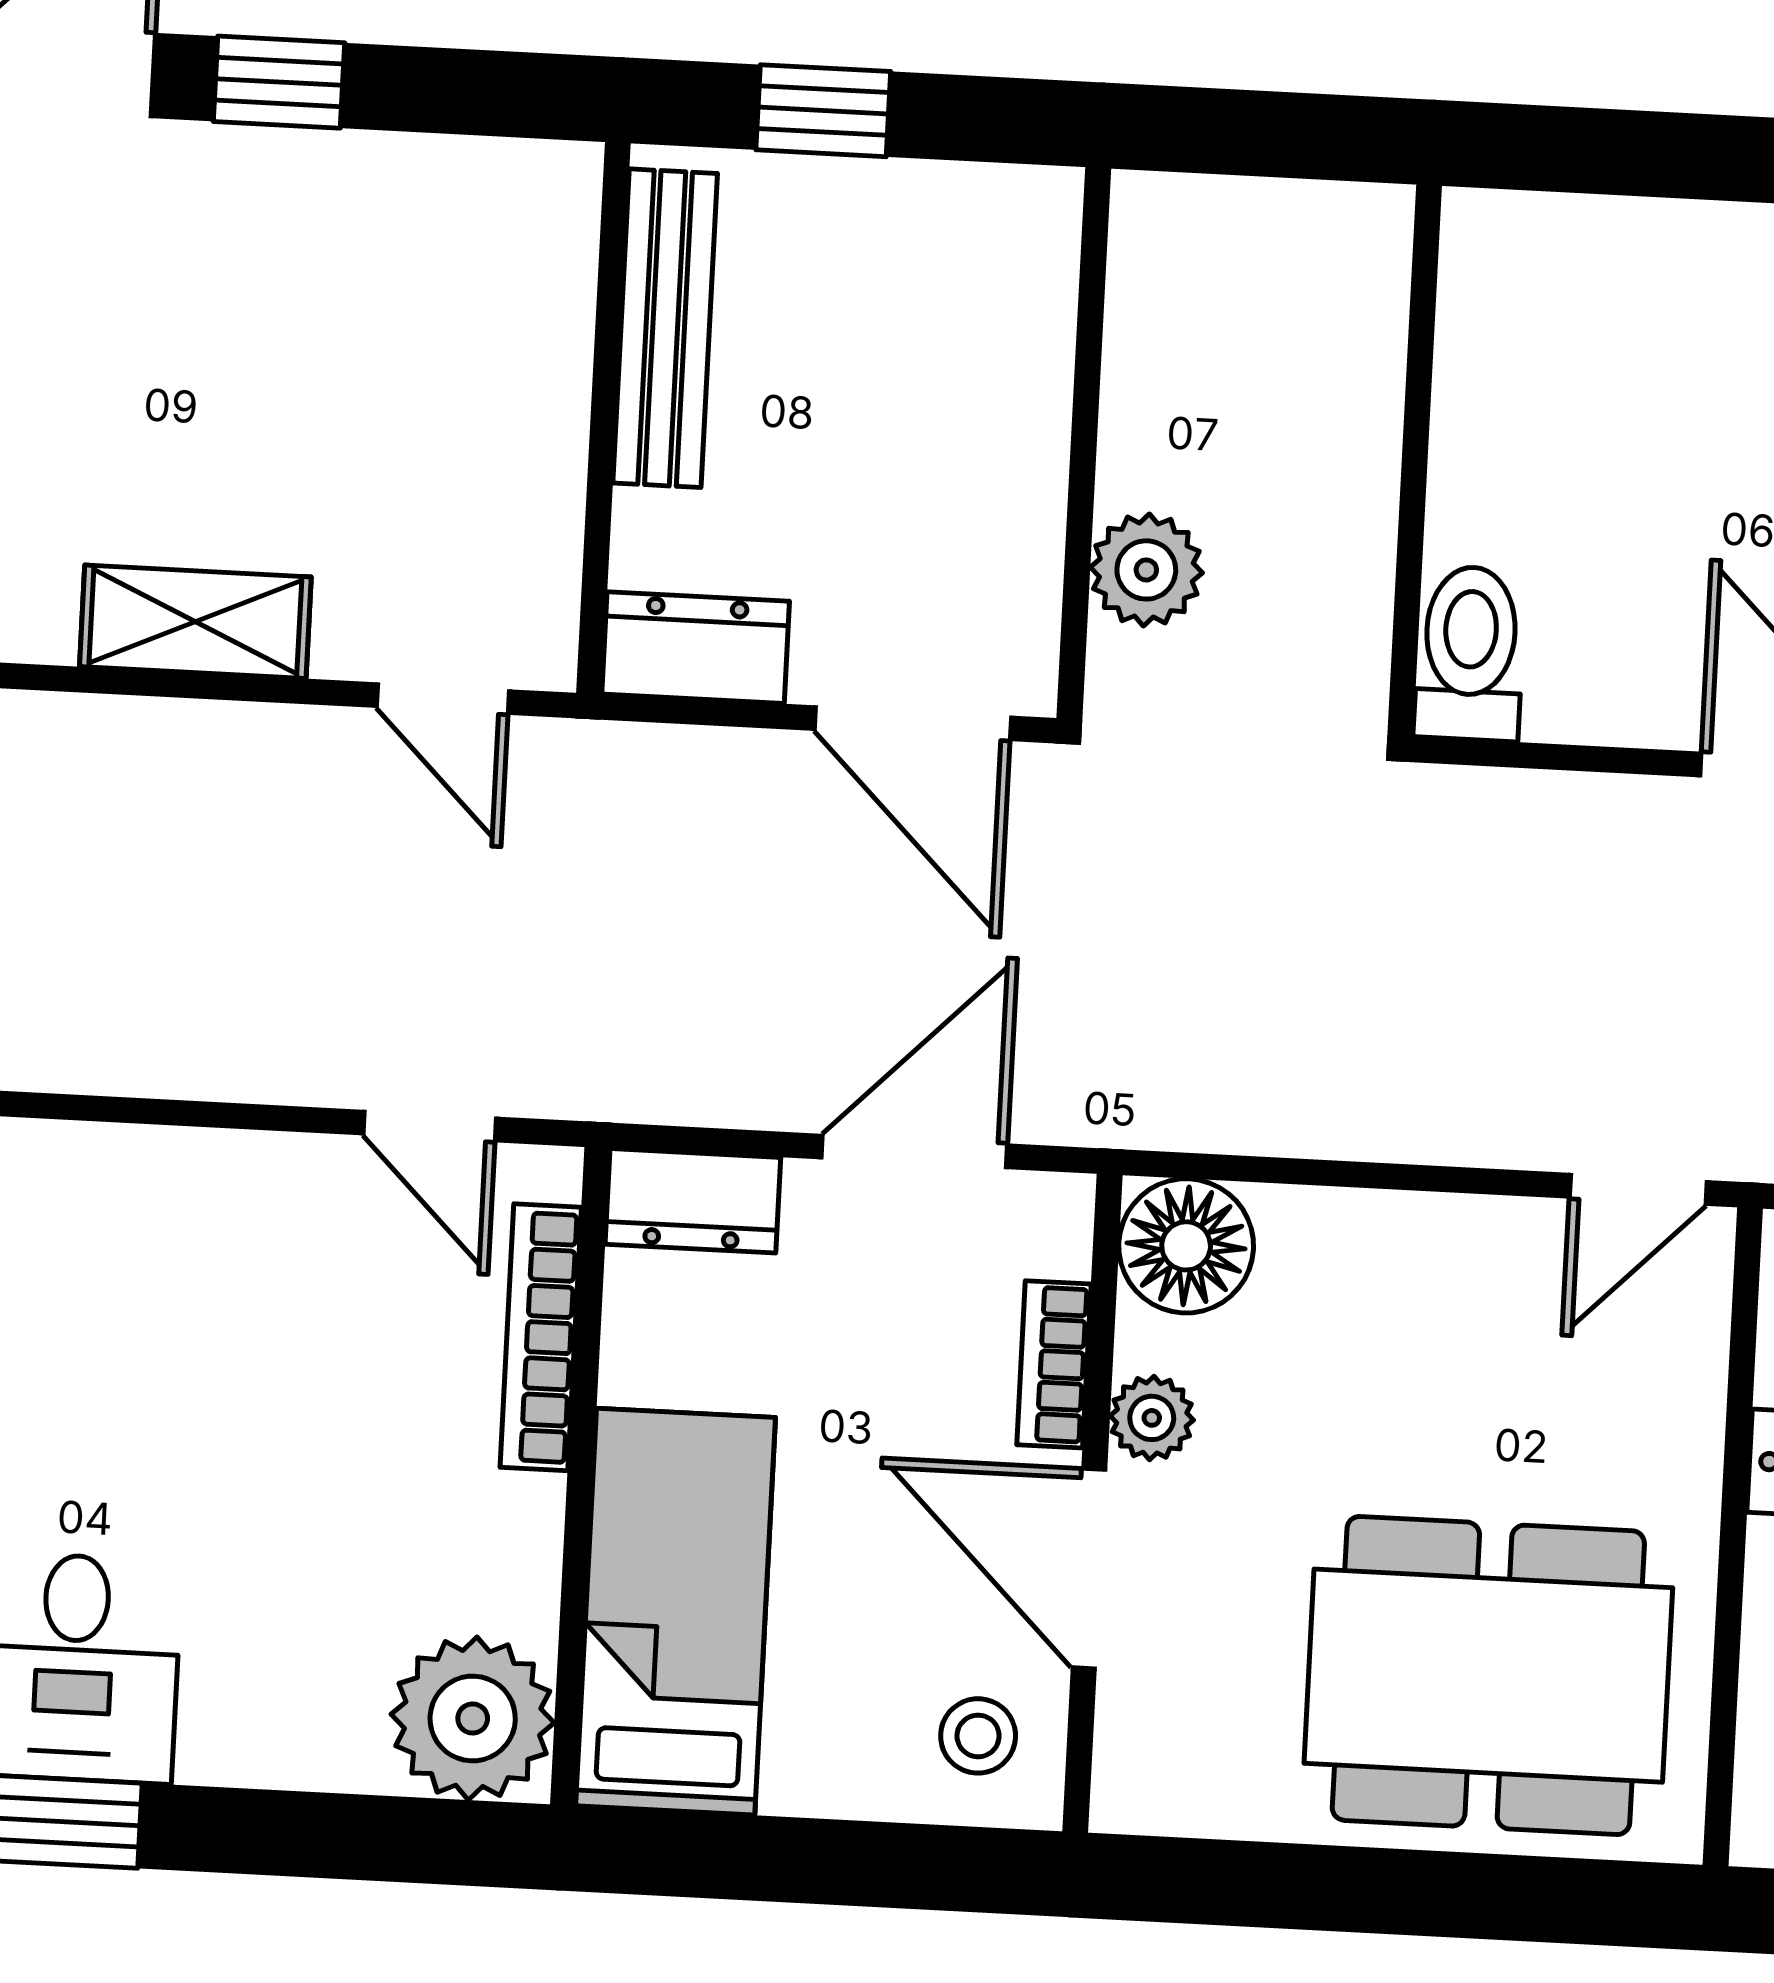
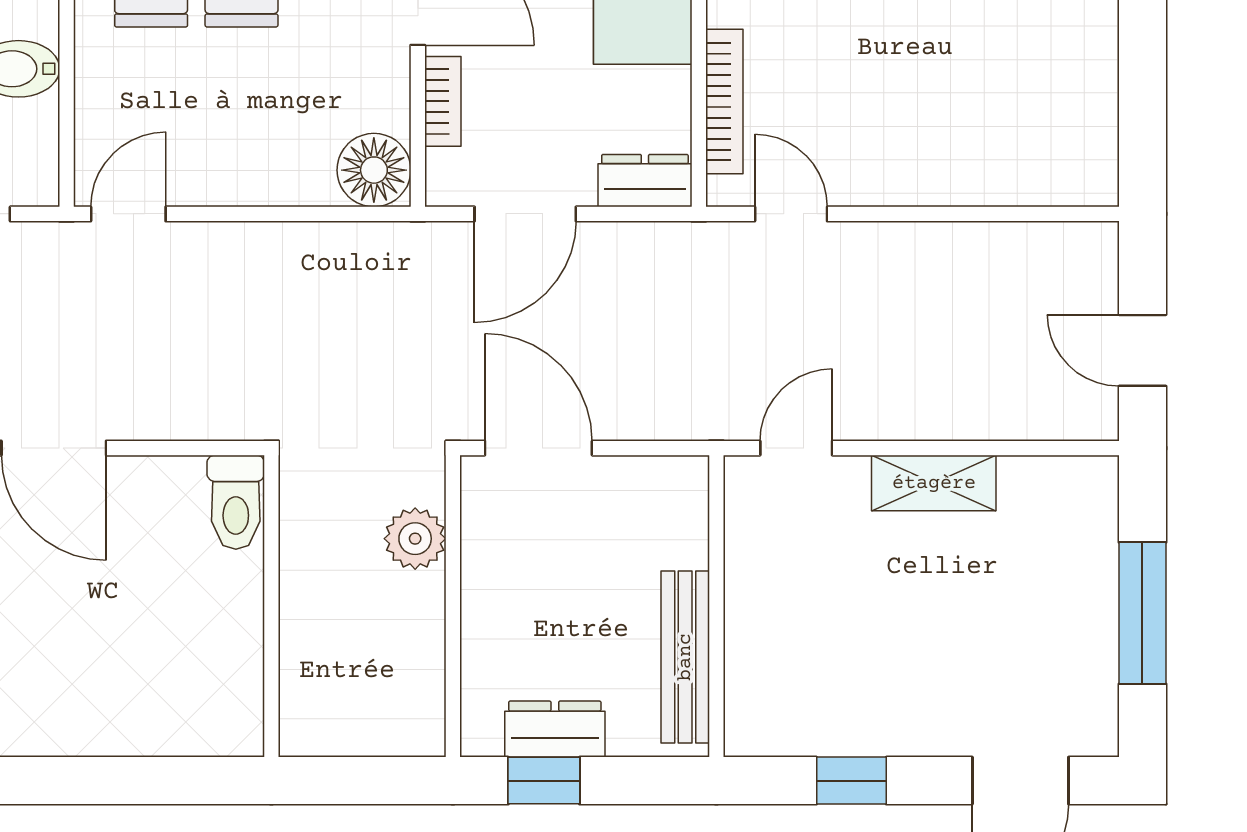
window: (279, 82) -> (851, 781), moved
window: (823, 111) -> (544, 781), moved
dresser: (696, 648) -> (555, 729), moved, turned 180
door: (443, 699) -> (796, 448), hinge flipped
plant: (1152, 1418) -> (388, 75), removed

